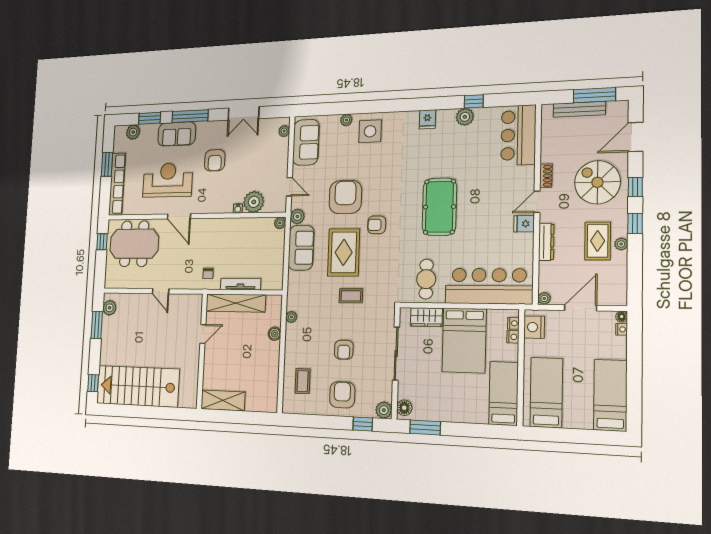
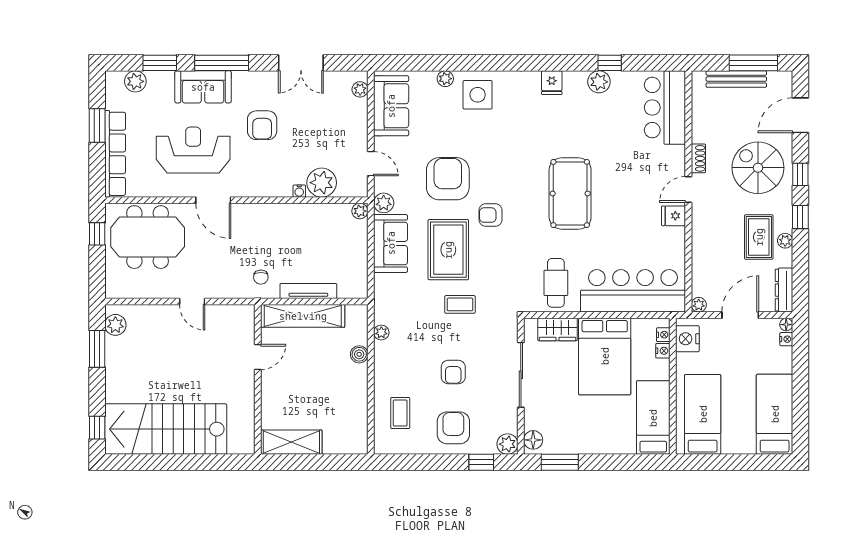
dresser: (546, 242) -> (784, 290), moved, turned 180

